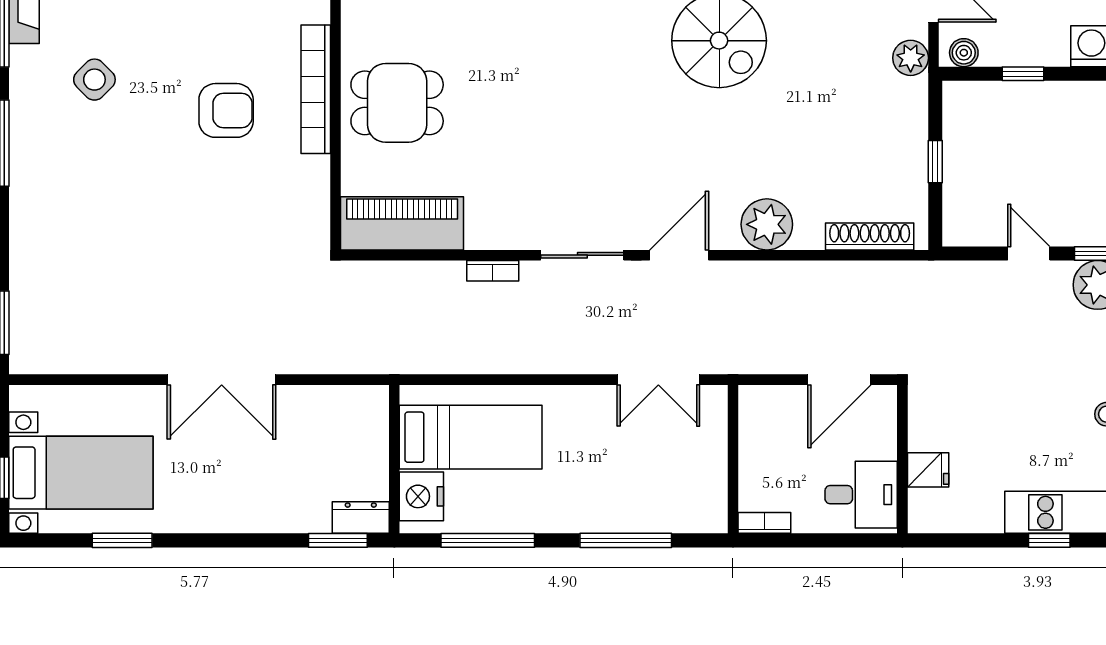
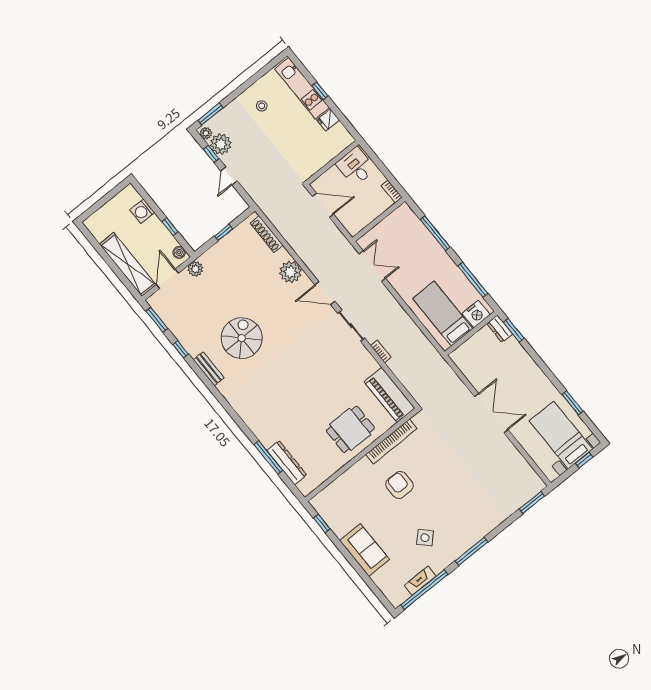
bookcase: (316, 89) -> (391, 441), moved
dining table: (397, 103) -> (350, 429), turned 90
fridge: (928, 470) -> (328, 120), moved, turned -90

